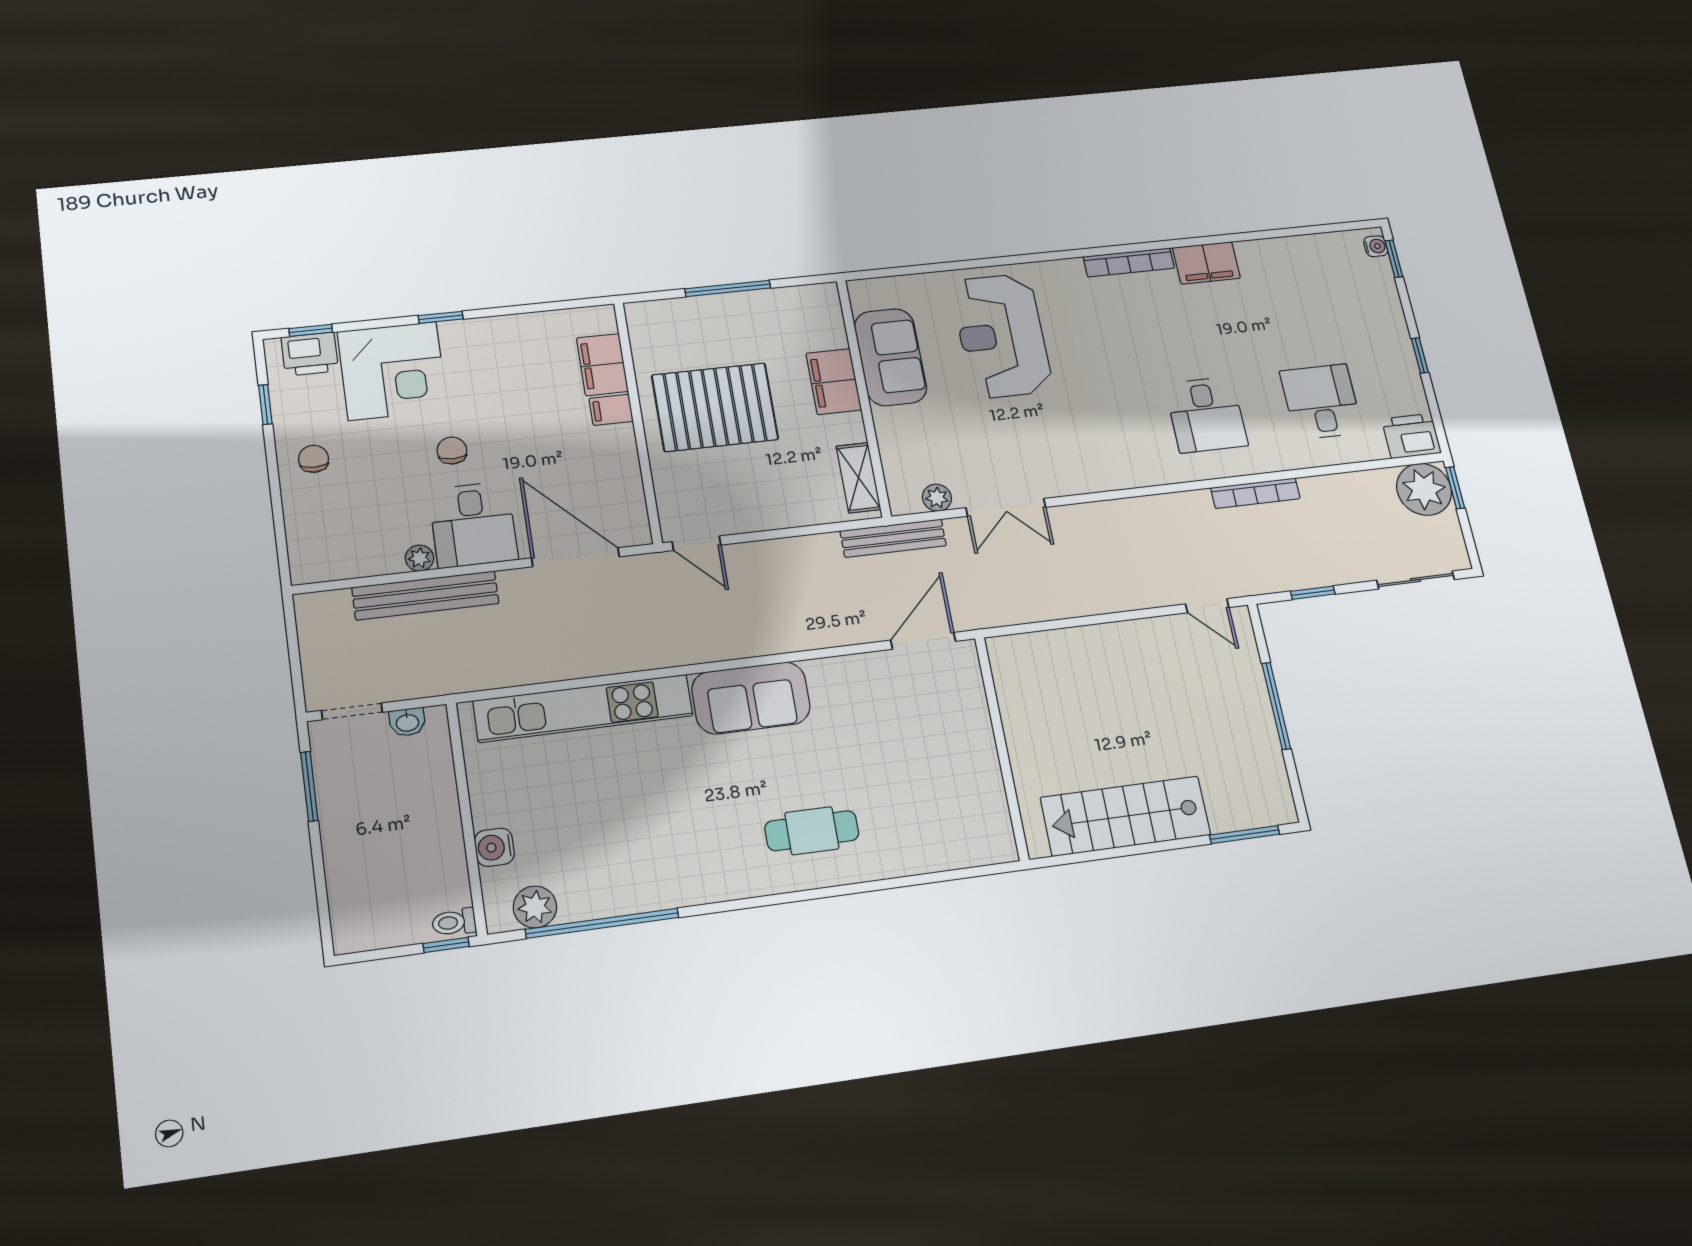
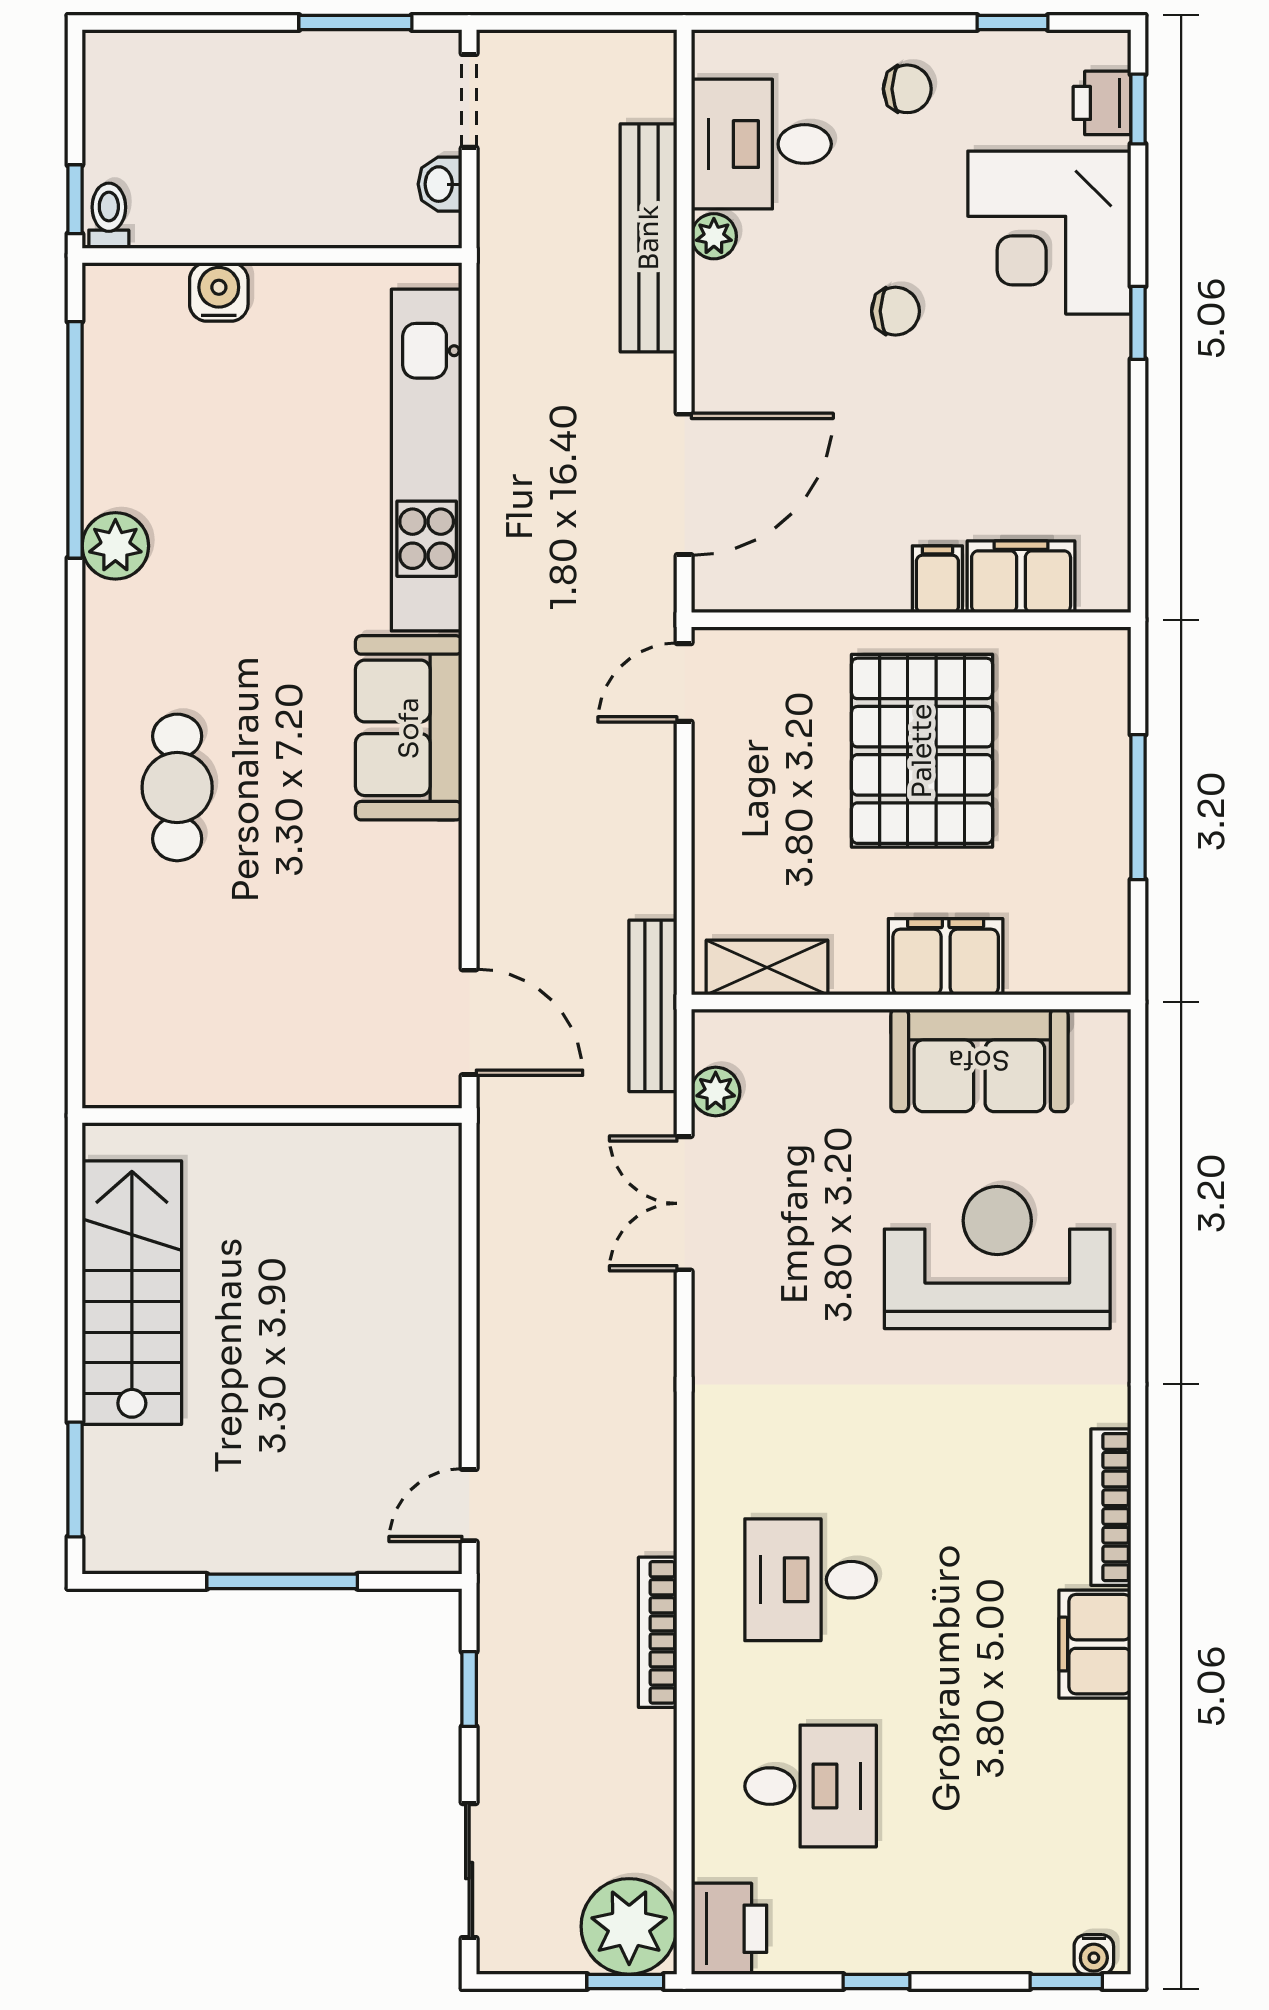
printer: (310, 354) -> (1102, 103), width x0.73, depth x0.81
desk: (473, 525) -> (761, 144), moved
plant: (535, 907) -> (115, 546), moved

